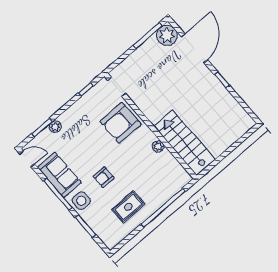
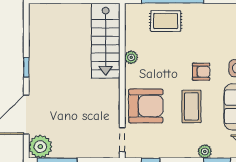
coffee table: (90, 149) -> (191, 106), added
rug: (128, 207) -> (166, 21), moved

